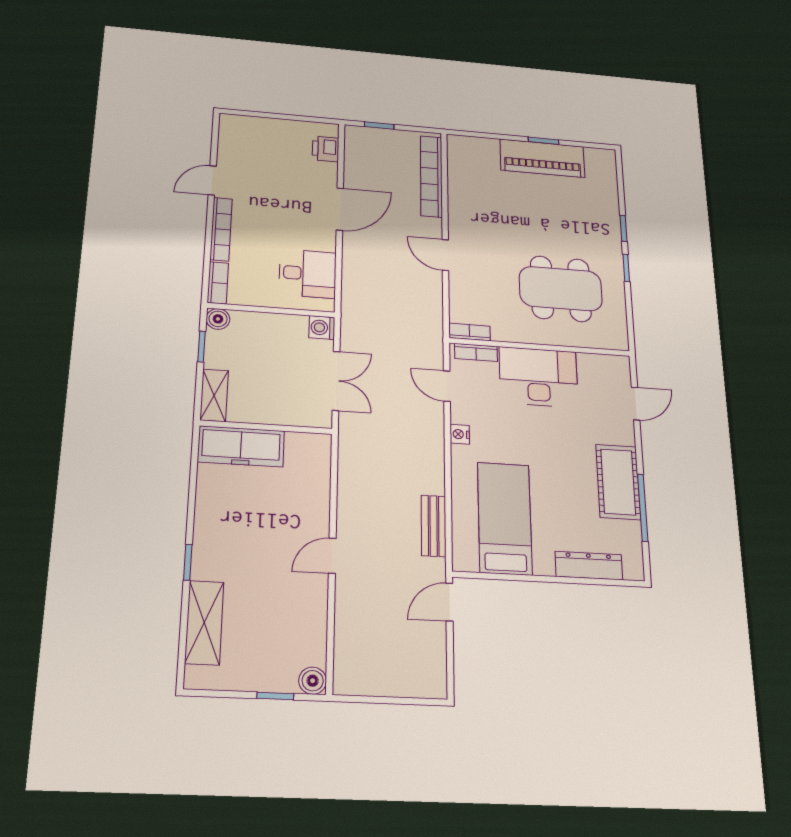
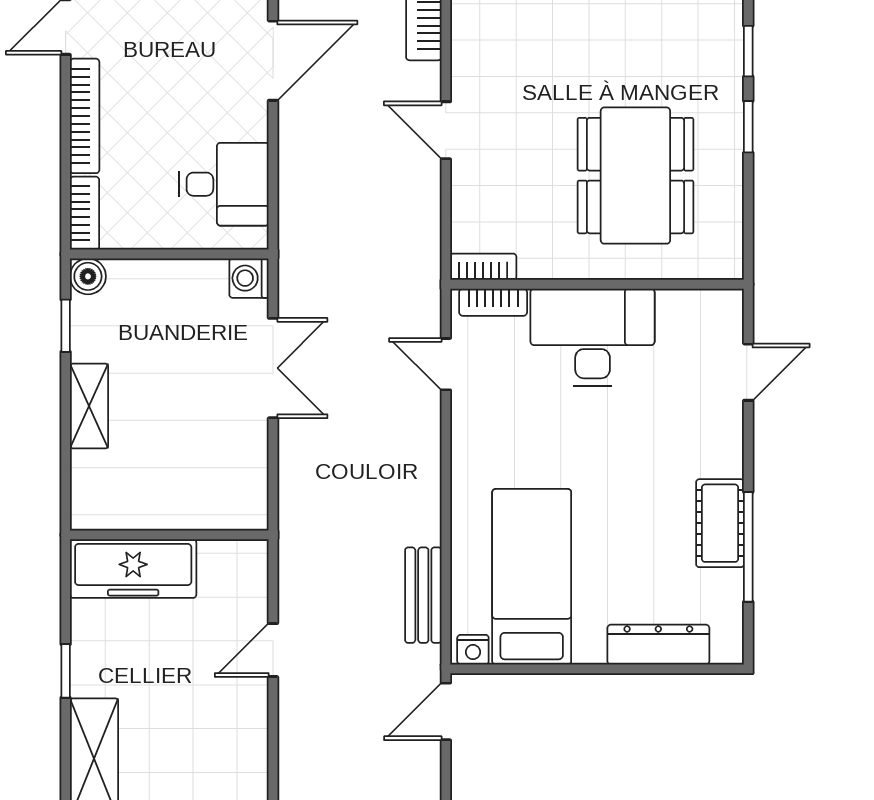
dining table: (561, 289) -> (635, 176), turned 90
wall: (266, 427) -> (169, 535), moved
nightstand: (460, 434) -> (473, 650), moved, turned -90
freezer: (241, 446) -> (133, 569), moved
cot: (618, 482) -> (720, 523), width x0.73, depth x0.75

